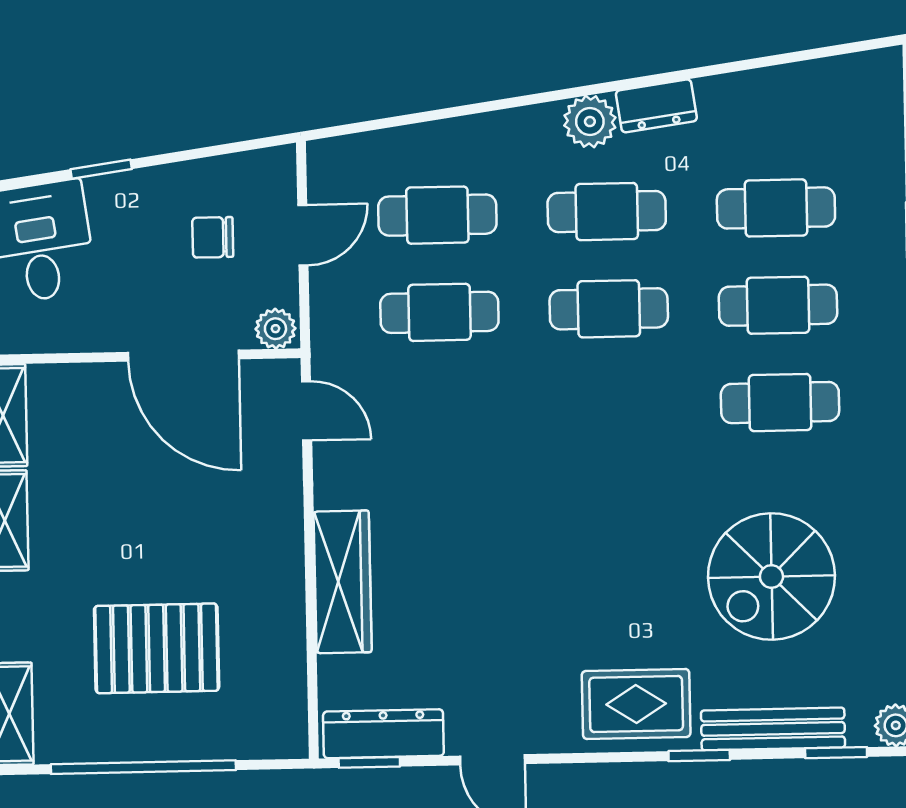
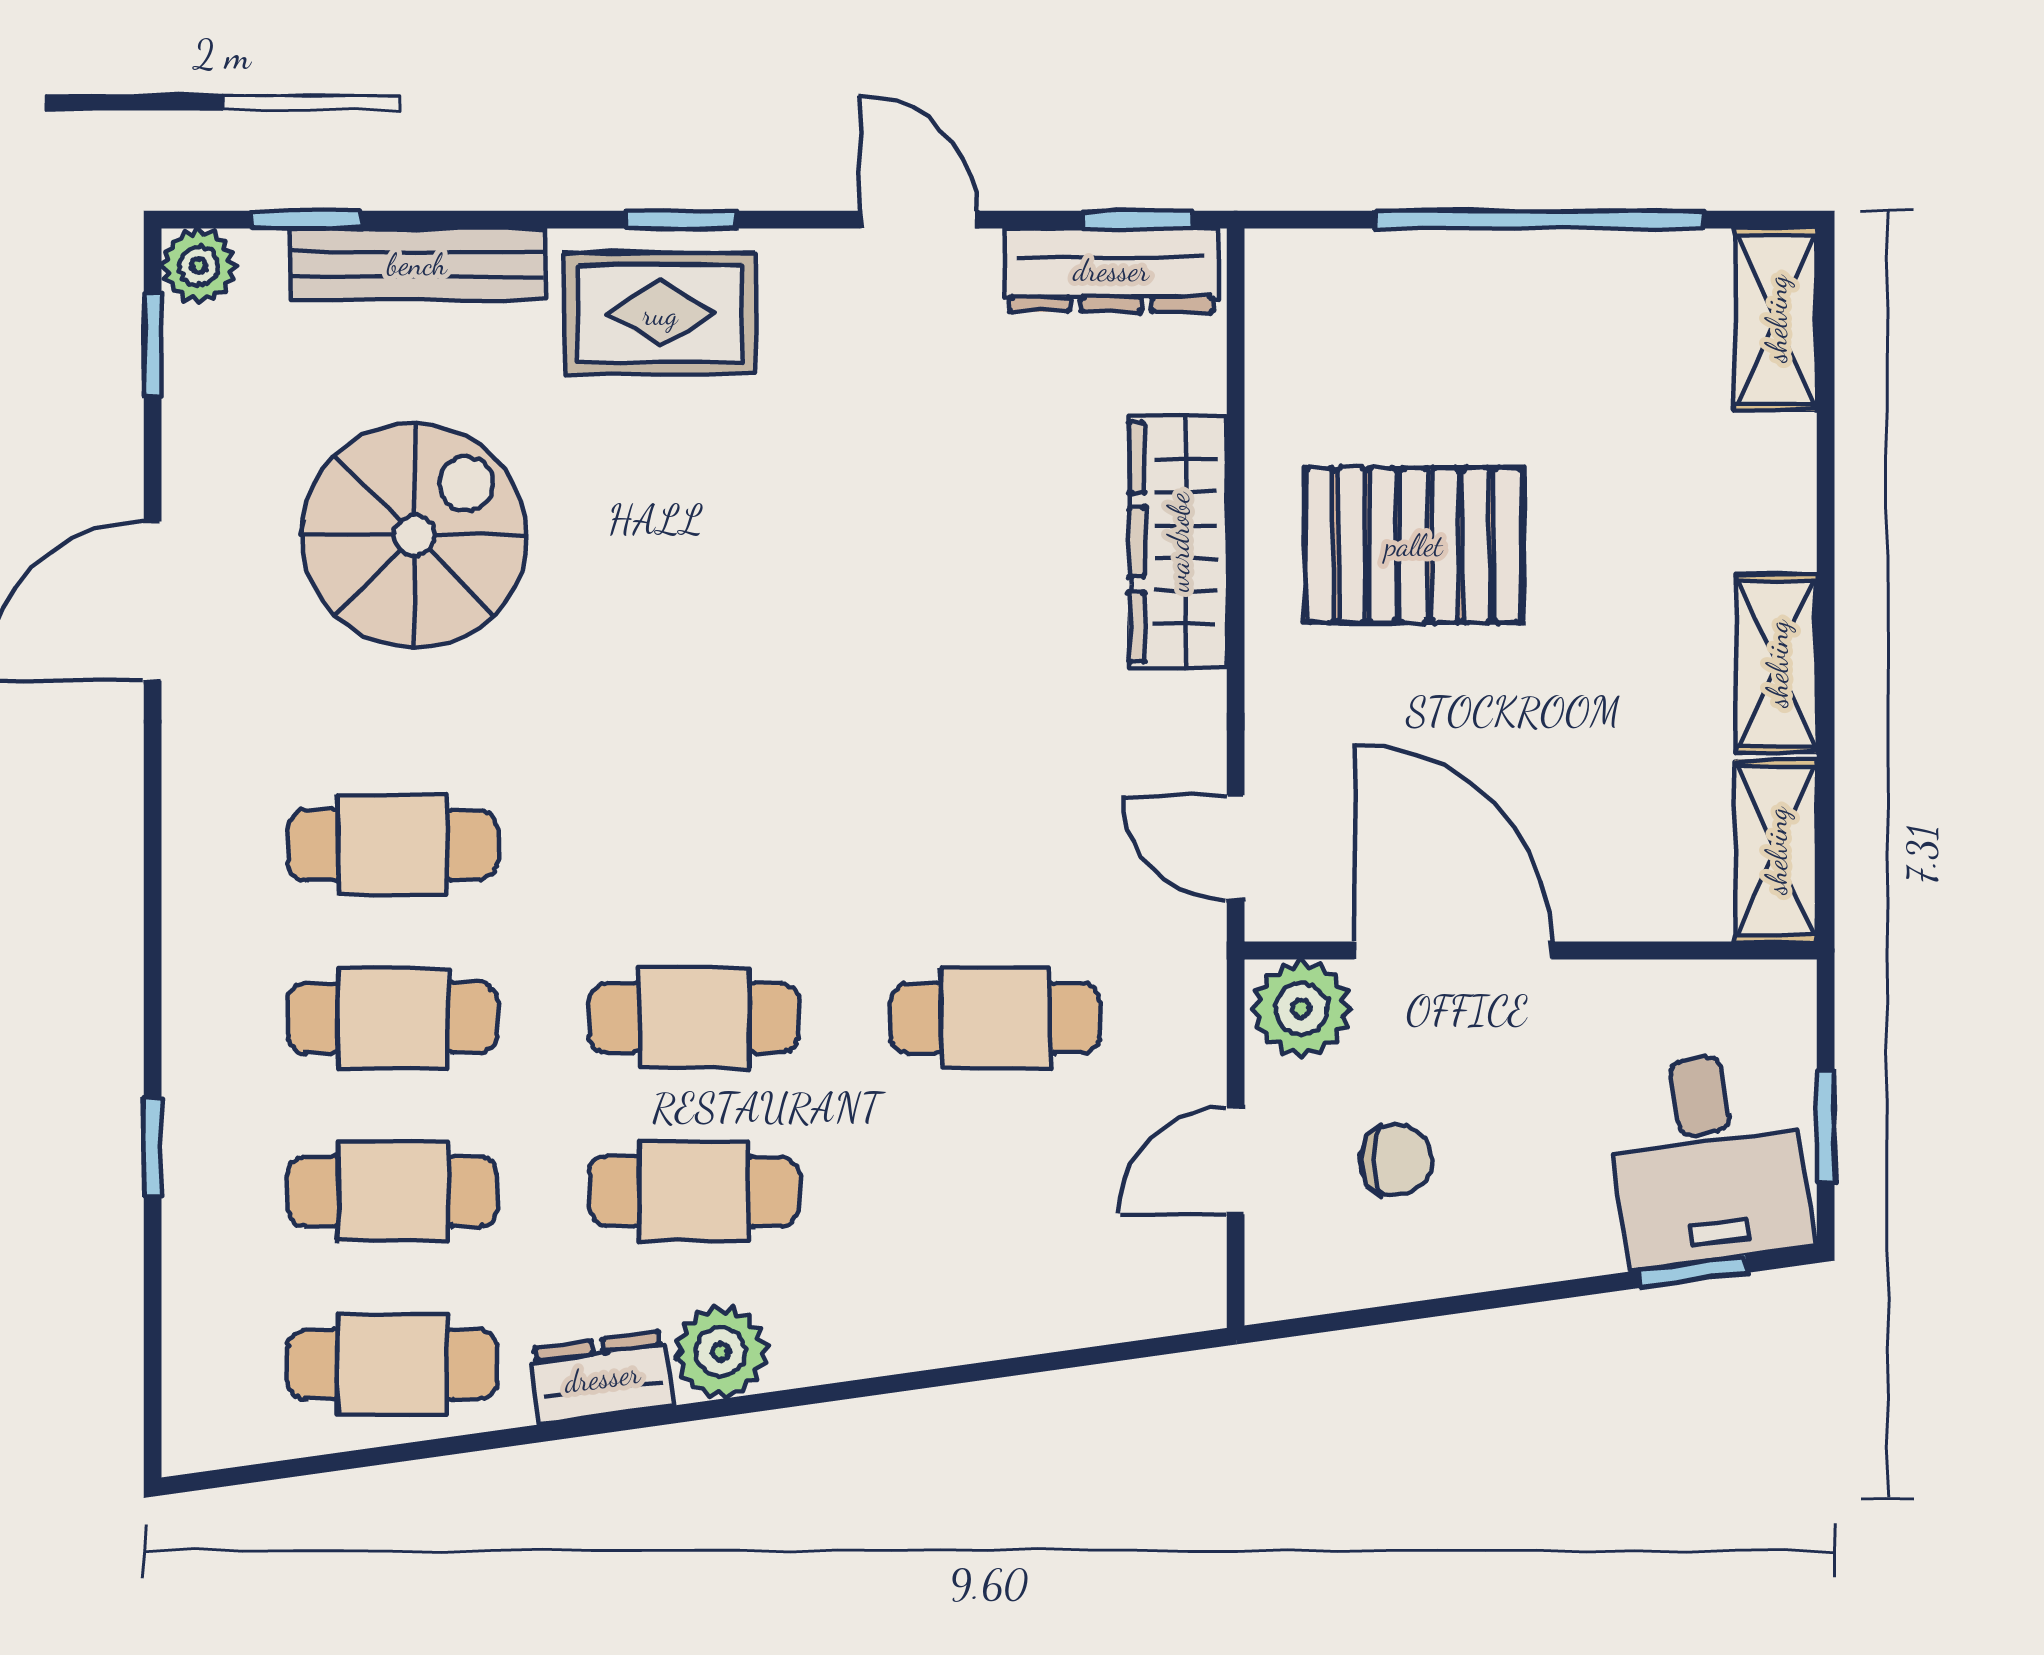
window: (101, 169) -> (1693, 1272), moved
cafe table: (437, 215) -> (393, 1364), moved
plant: (275, 329) -> (1301, 1008), width x1.38, depth x1.38
pallet: (157, 648) -> (1414, 545), moved
window: (699, 755) -> (682, 220), moved

